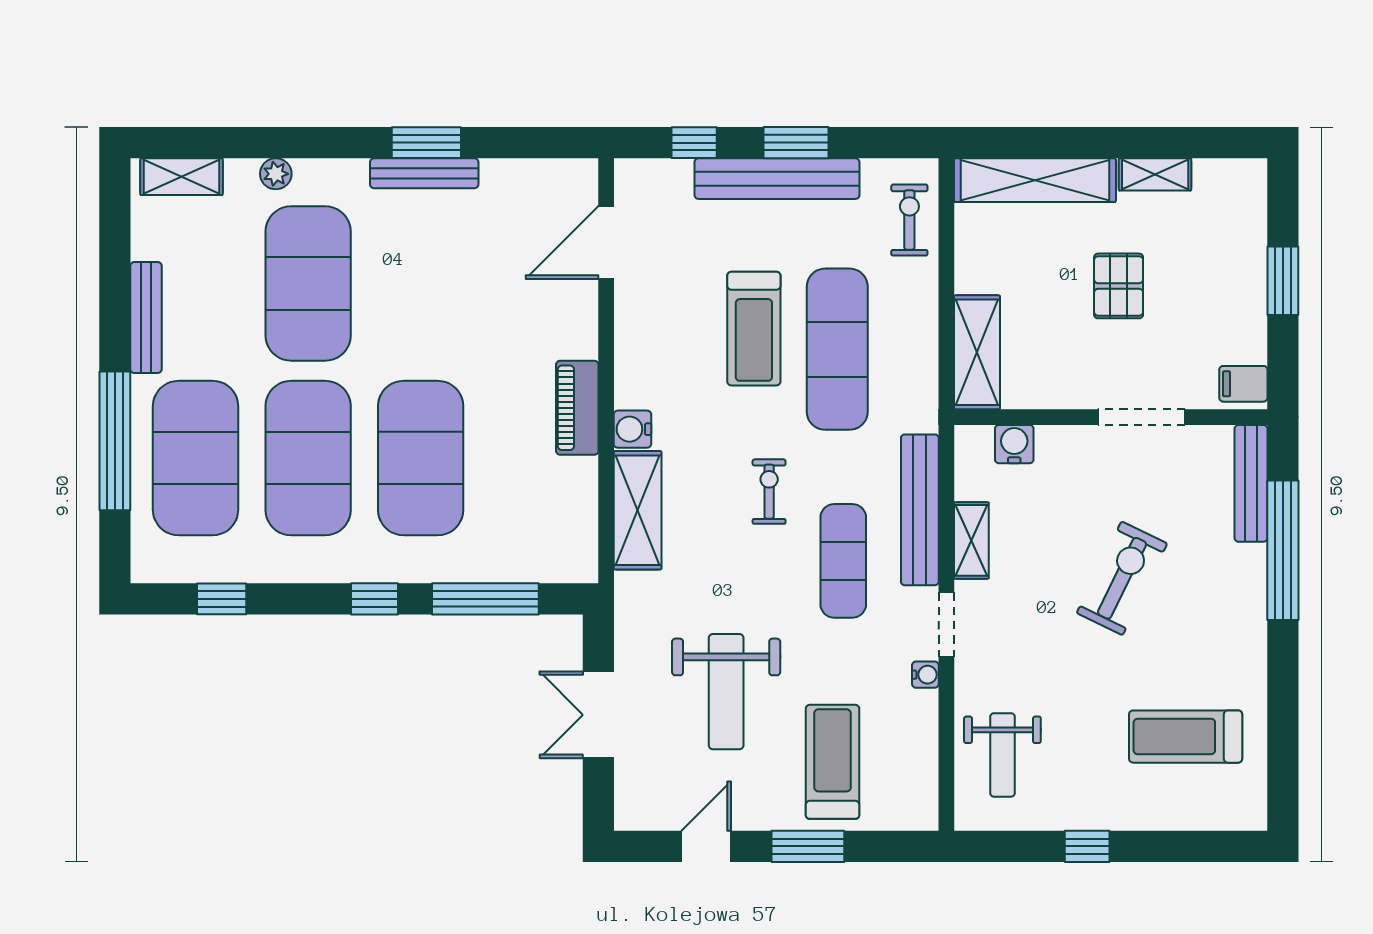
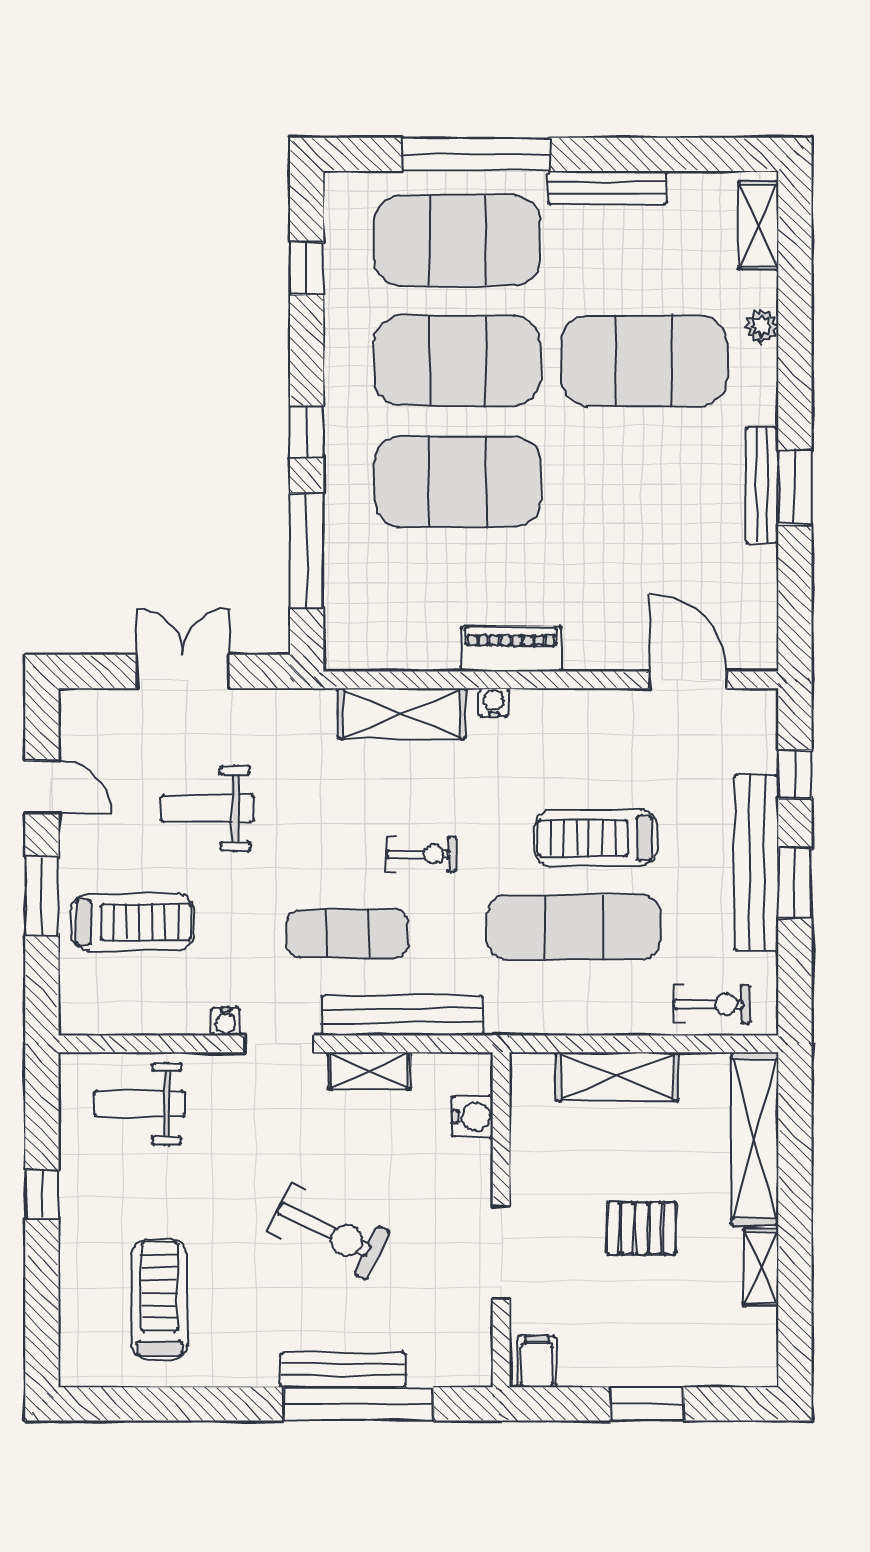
shelving: (977, 352) -> (617, 1077), moved
water cooler: (632, 429) -> (494, 702), width x0.72, depth x0.72
bench: (1251, 483) -> (343, 1370), moved
weight bench: (726, 692) -> (208, 808), width x0.73, depth x0.75

